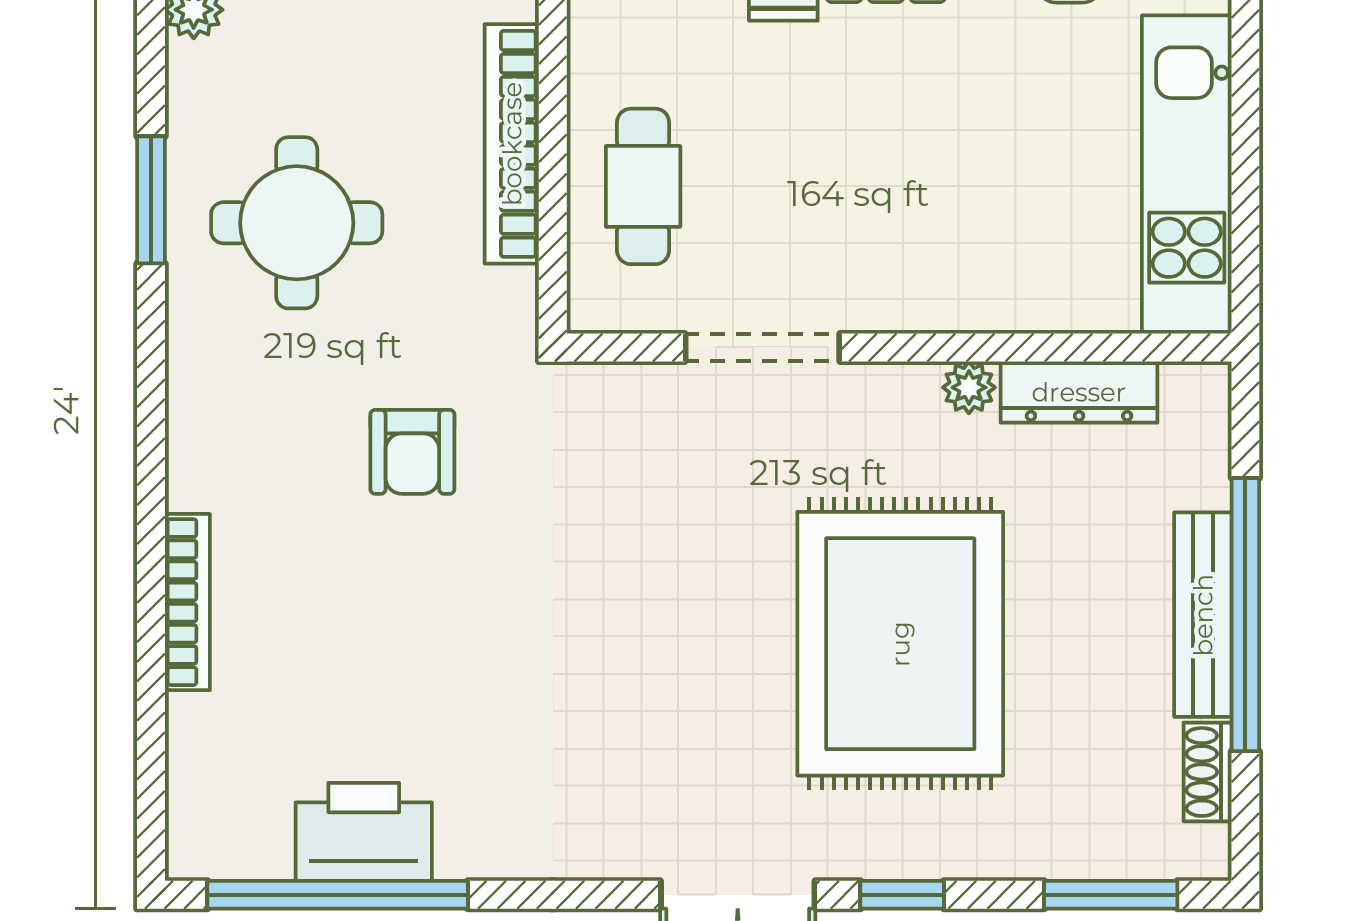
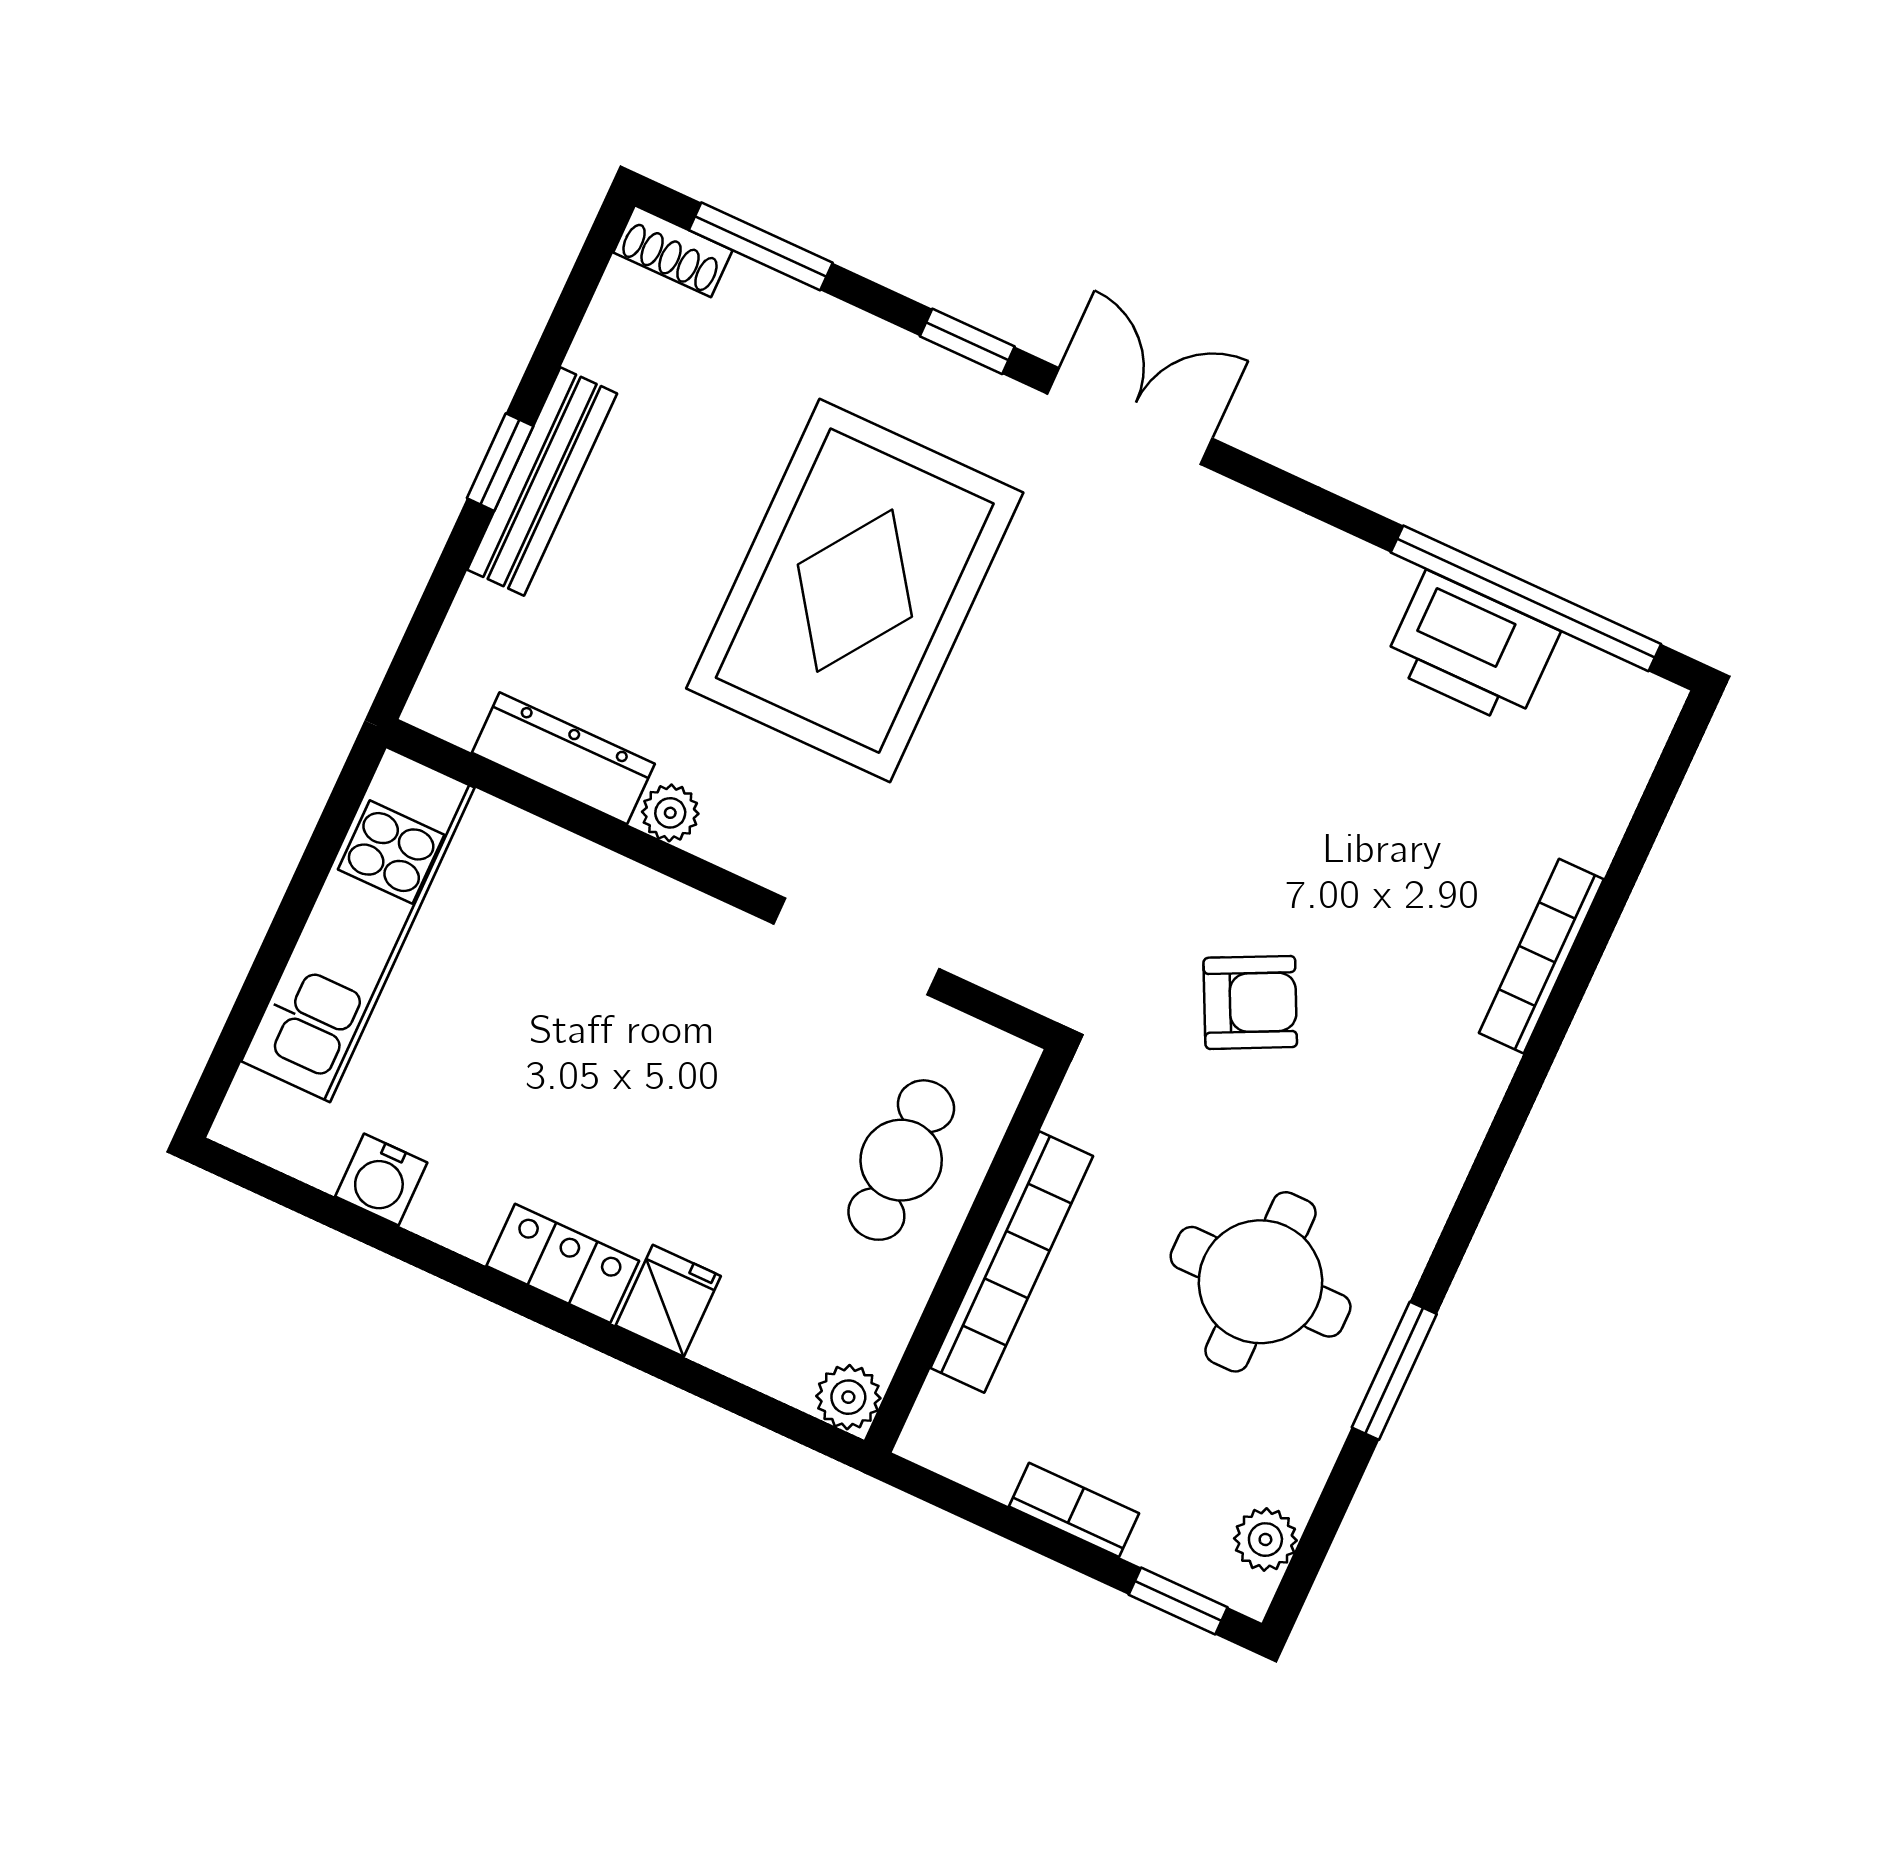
armchair: (412, 452) -> (1250, 1002), turned 64
window: (1245, 615) -> (500, 462), width x0.32
shoe rack: (1208, 772) -> (673, 251), moved, turned 90

